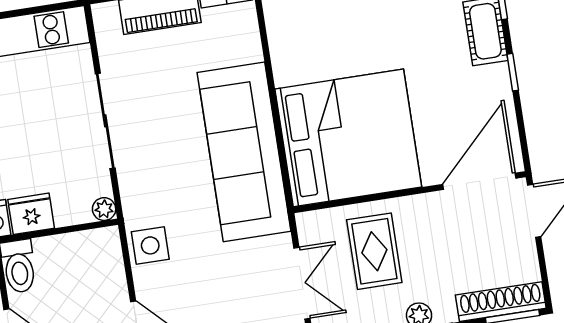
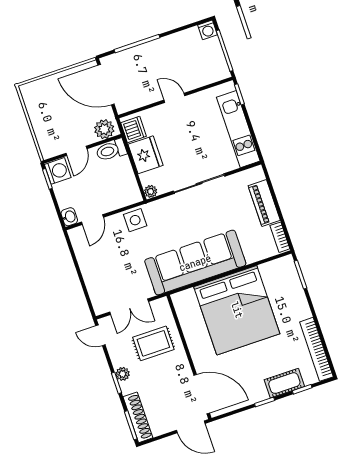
bed: (348, 138) -> (237, 310), moved
fridge: (31, 214) -> (146, 155), width x1.36, depth x1.34

